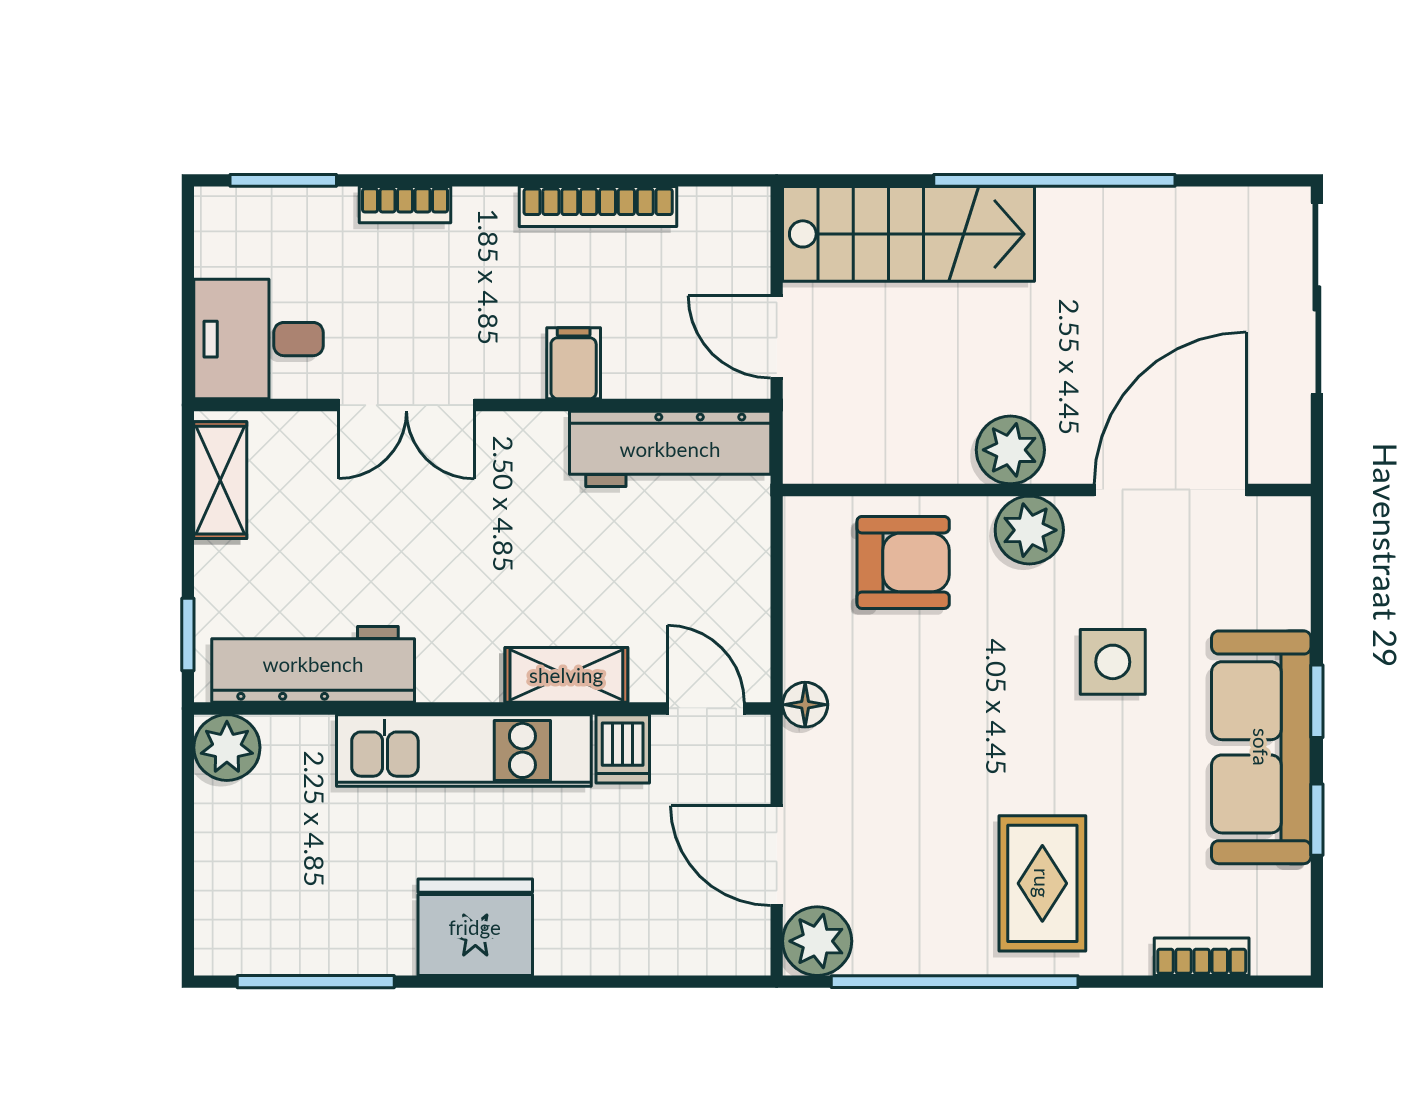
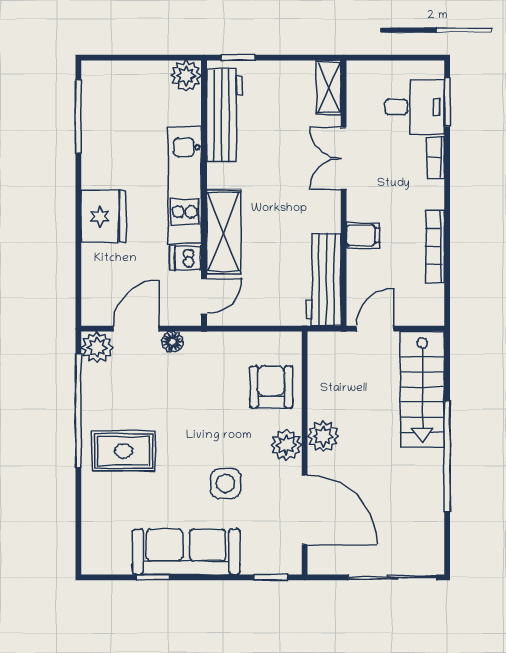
desk: (258, 339) -> (415, 107), moved, turned 90
shelving: (220, 480) -> (329, 87), moved, turned 90
armchair: (903, 562) -> (271, 387), turned 180
shelving: (566, 675) -> (224, 232), width x1.50, depth x1.33
window: (1317, 701) -> (271, 577), moved
floor lamp: (805, 705) -> (172, 342), moved
fridge: (475, 927) -> (103, 216), moved
bookcase: (1202, 957) -> (90, 524), removed

